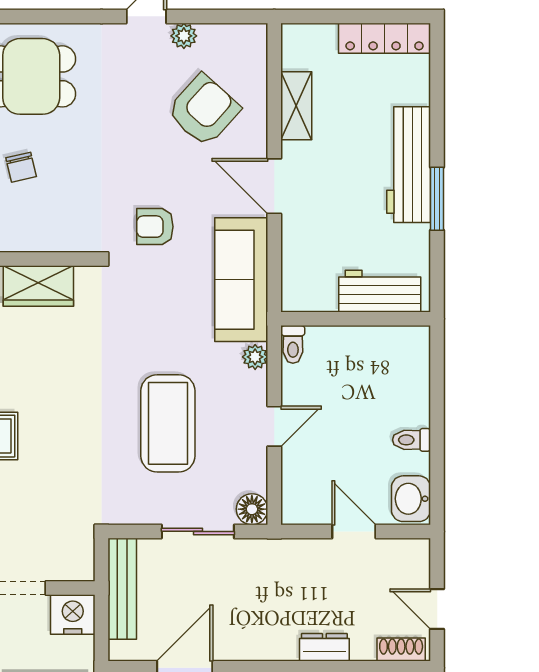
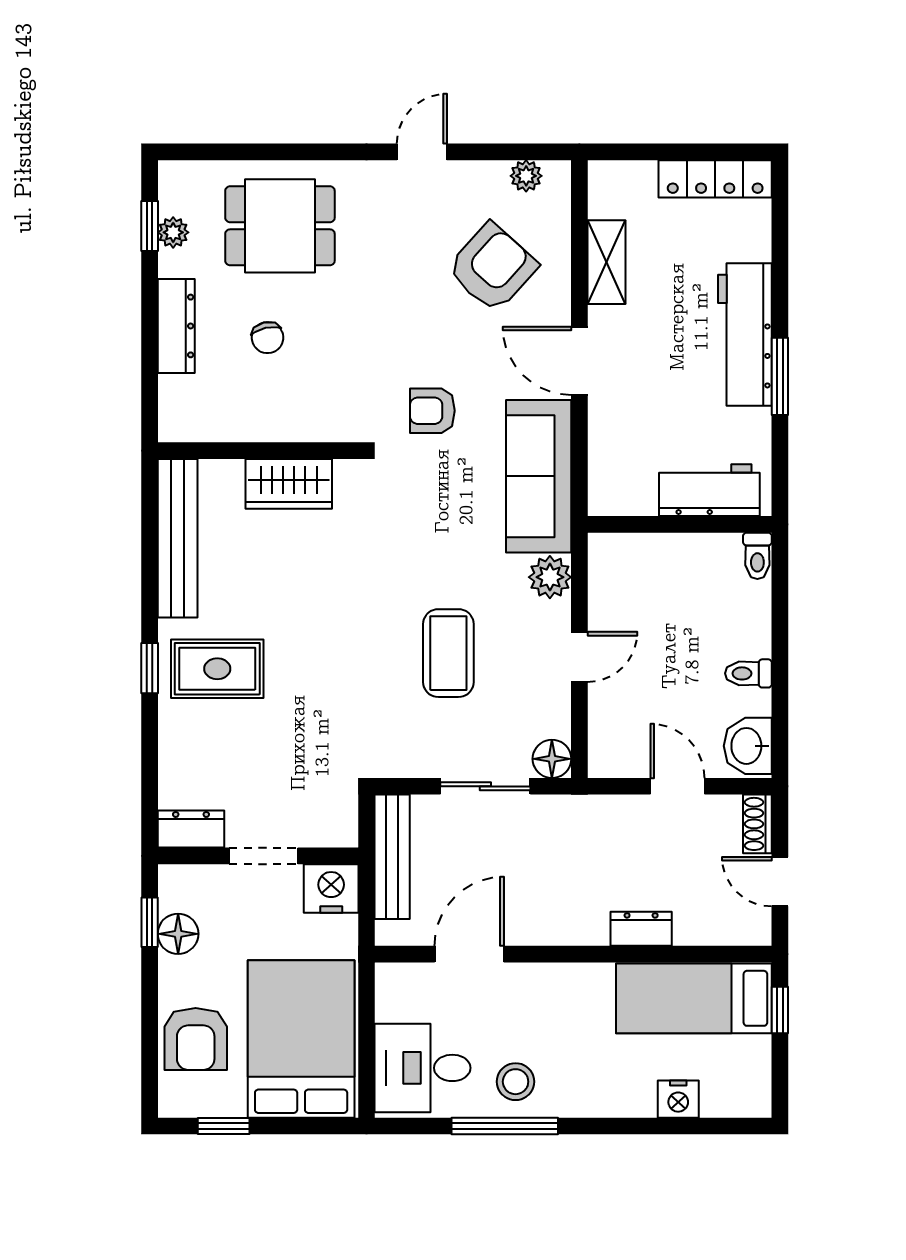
plant: (184, 36) -> (526, 176), moved
toilet: (293, 344) -> (757, 556), moved
plant: (255, 357) -> (550, 577), width x1.38, depth x1.38
coffee table: (168, 423) -> (448, 653), width x0.73, depth x0.76
shoe rack: (401, 649) -> (757, 824), moved, turned -90

